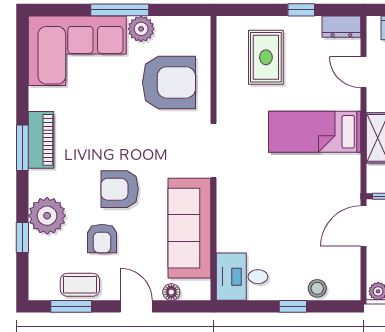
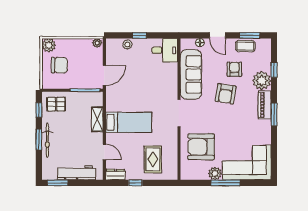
piano: (41, 140) -> (265, 105), moved
armchair: (120, 189) -> (226, 94), turned 99

